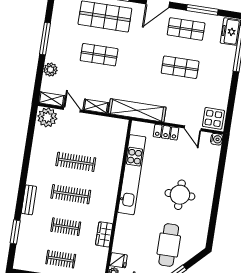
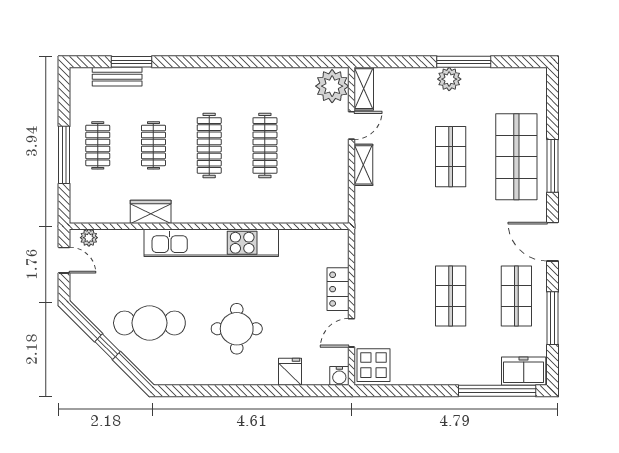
plant: (50, 70) -> (449, 79), moved
shelving: (137, 110) -> (367, 235), removed
kitchen unit: (132, 175) -> (211, 243), moved
bench: (29, 200) -> (117, 77), moved
fridge: (118, 260) -> (290, 372), moved, turned 180

